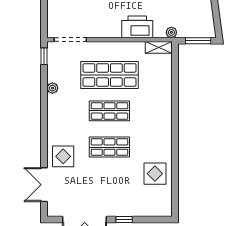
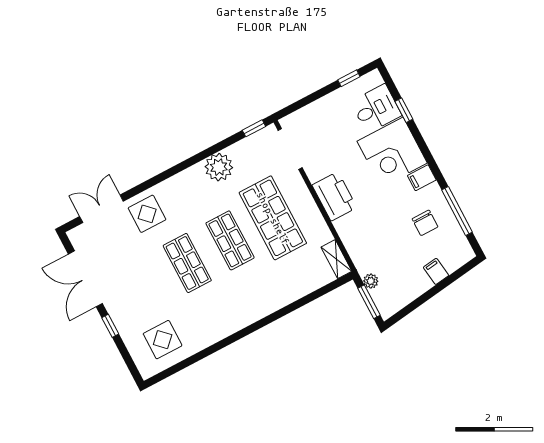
printer: (137, 27) -> (334, 196), moved
plant: (171, 32) -> (371, 281), moved
plant: (52, 88) -> (219, 167), width x1.87, depth x1.87
display table: (155, 174) -> (163, 340), moved

